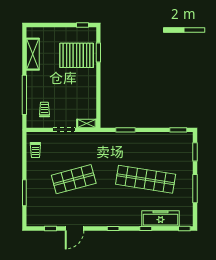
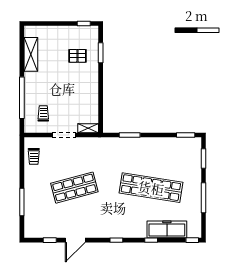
pallet: (77, 55) -> (77, 56), width x0.49, depth x0.50

